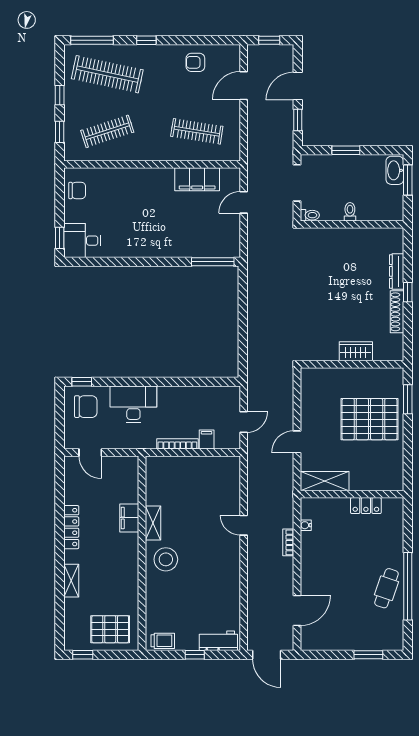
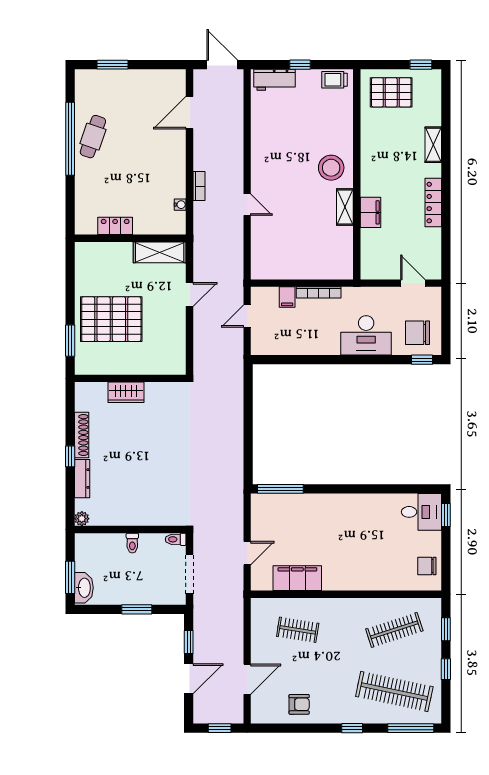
clothes rail: (197, 131) -> (298, 630), width x0.73
plant: (397, 234) -> (82, 519), added

